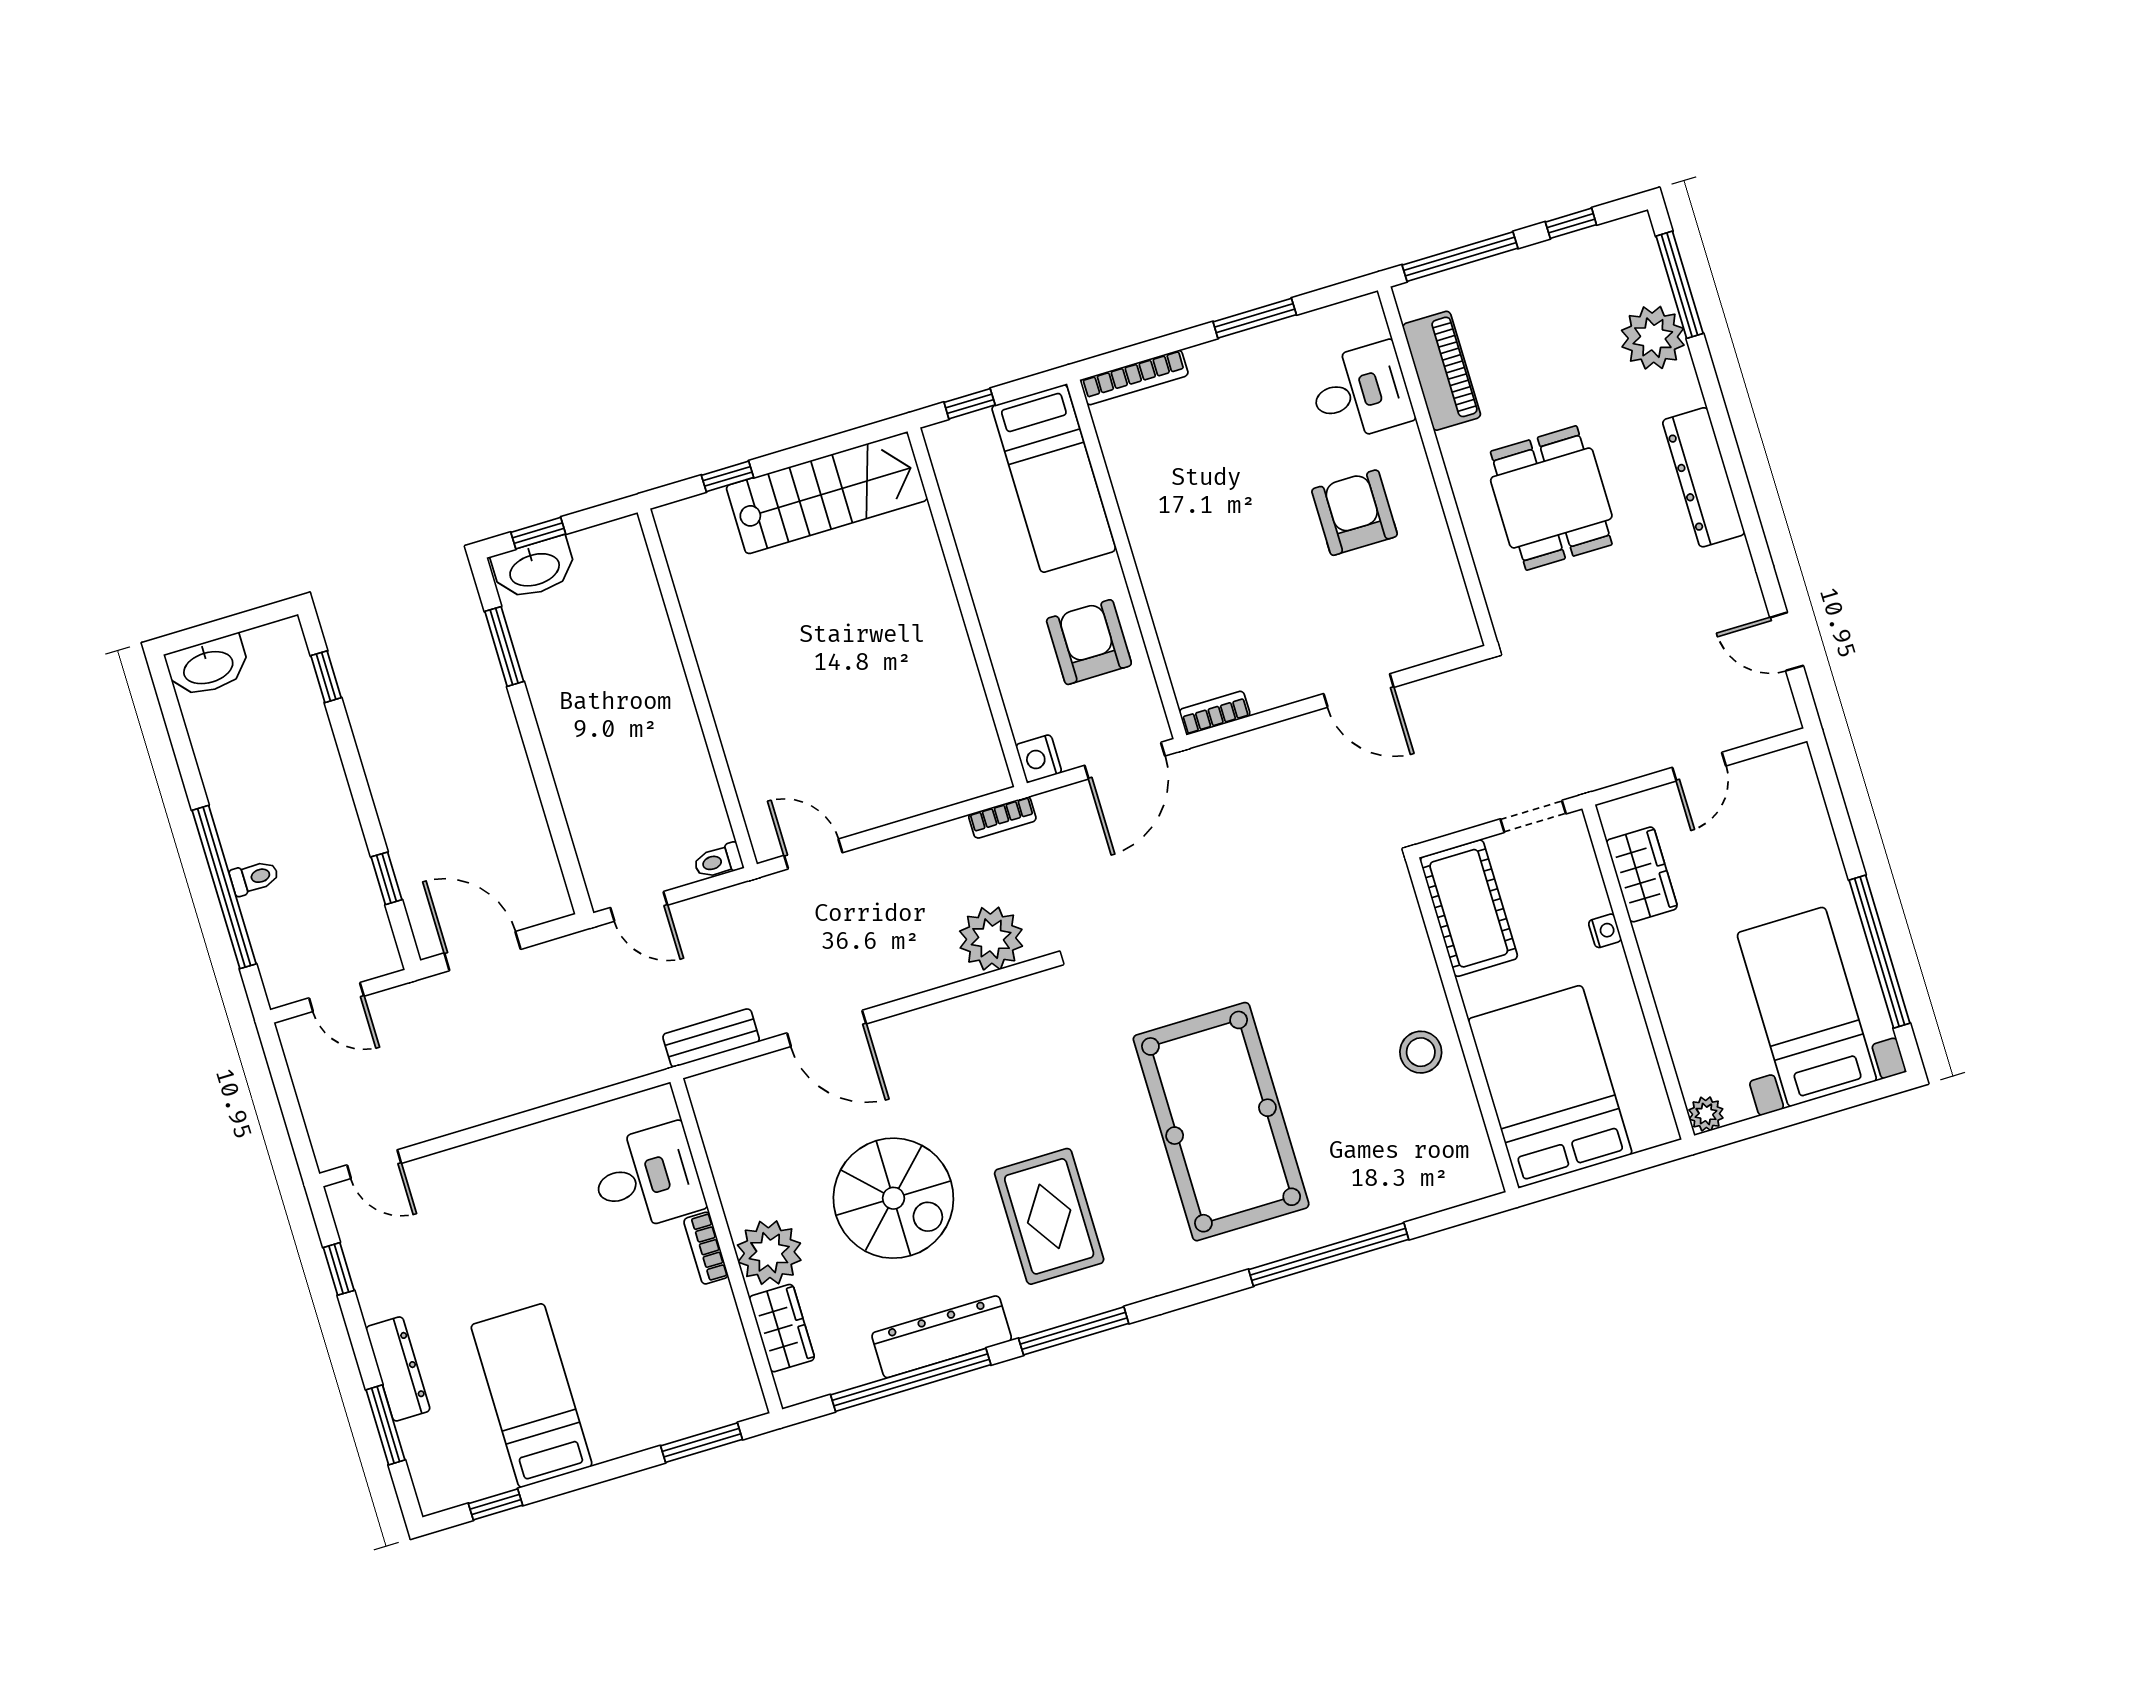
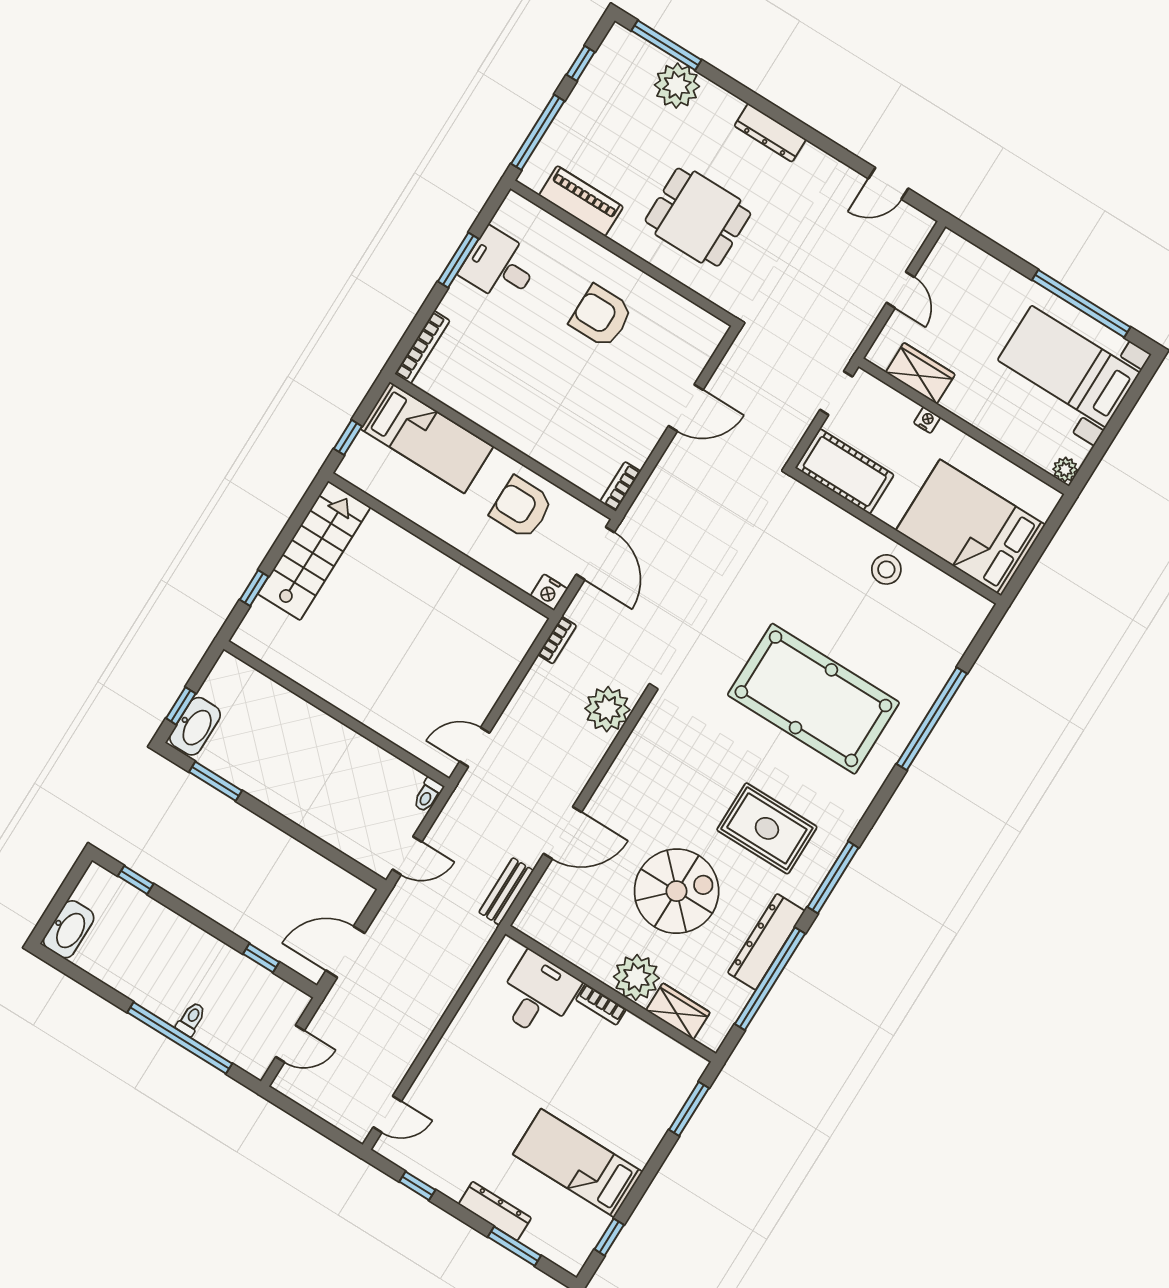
desk: (1361, 392) -> (500, 266), moved, turned -90
dresser: (1704, 477) -> (770, 133), width x0.73, depth x0.80

